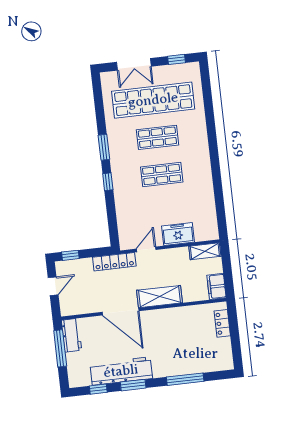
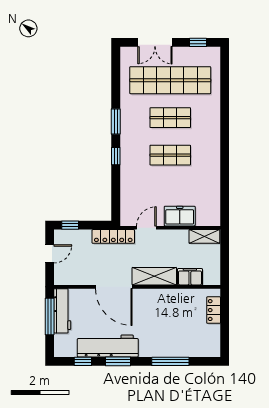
filing cabinet: (216, 286) -> (190, 277), moved, turned 90
workbench: (71, 335) -> (62, 311), width x1.38

